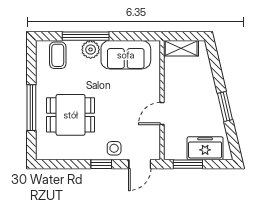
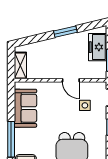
plant: (91, 50) -> (21, 135), removed
side table: (114, 148) -> (85, 105), moved

